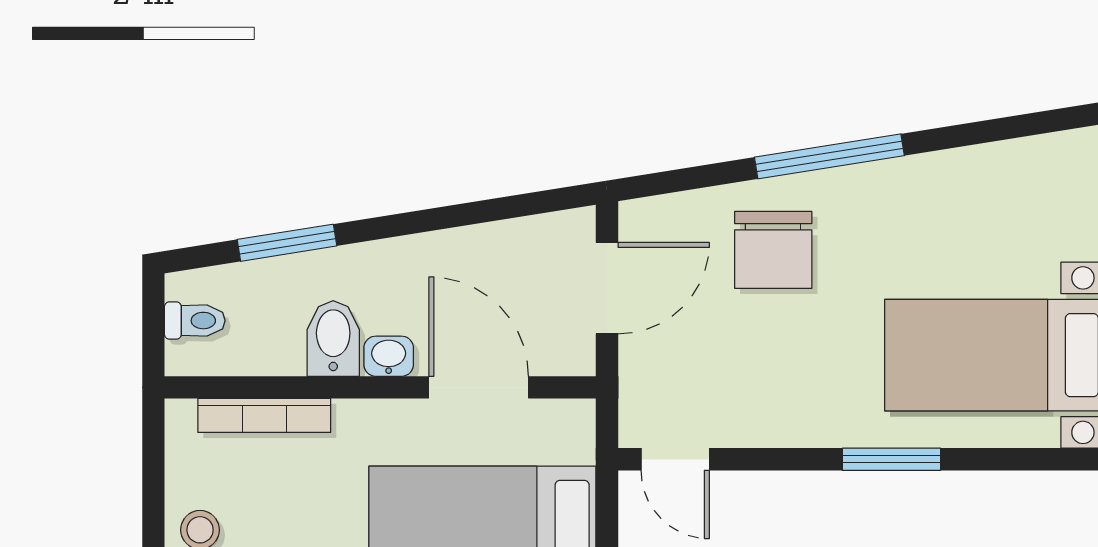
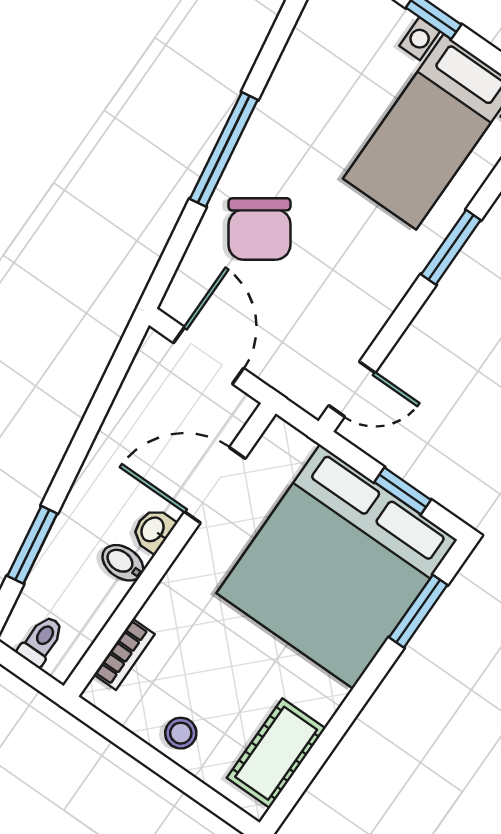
chair: (773, 250) -> (259, 229), turned 55
bidet: (333, 338) -> (123, 563), width x0.72, depth x0.74
bookcase: (264, 415) -> (124, 654), width x0.64

